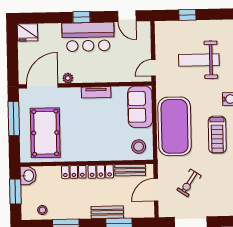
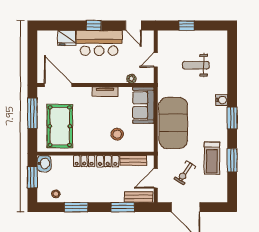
fridge: (27, 32) -> (67, 38), moved
weight bench: (199, 60) -> (196, 65), width x0.73, depth x0.75
door: (153, 68) -> (156, 60), moved
plant: (68, 78) -> (131, 79), moved
door: (42, 86) -> (58, 85), hinge flipped
treadmill: (217, 135) -> (212, 158), moved
stool: (139, 147) -> (117, 134), moved
bench: (107, 212) -> (139, 197), moved

